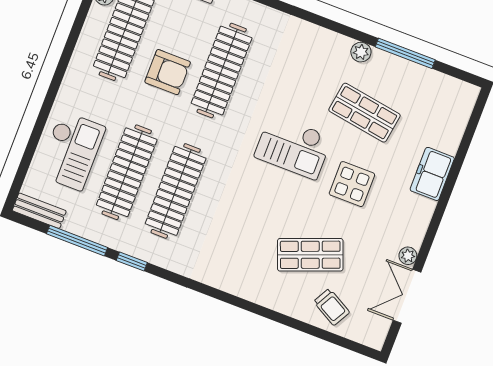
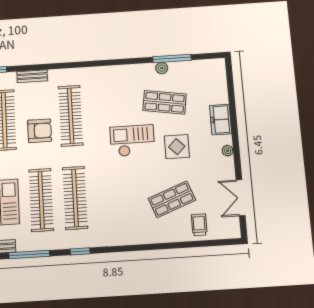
plant: (361, 52) -> (162, 68), moved
checkout: (293, 147) -> (132, 141), turned 180
plant: (408, 256) -> (228, 151), moved
window: (132, 261) -> (80, 251), moved
trolley: (332, 307) -> (199, 225), turned -119

